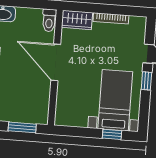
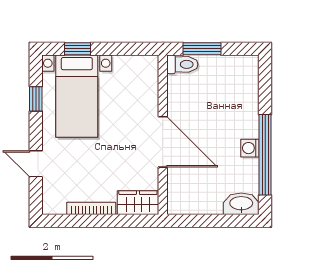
toilet: (49, 20) -> (182, 64), moved, turned 90
window: (146, 81) -> (36, 99), moved

